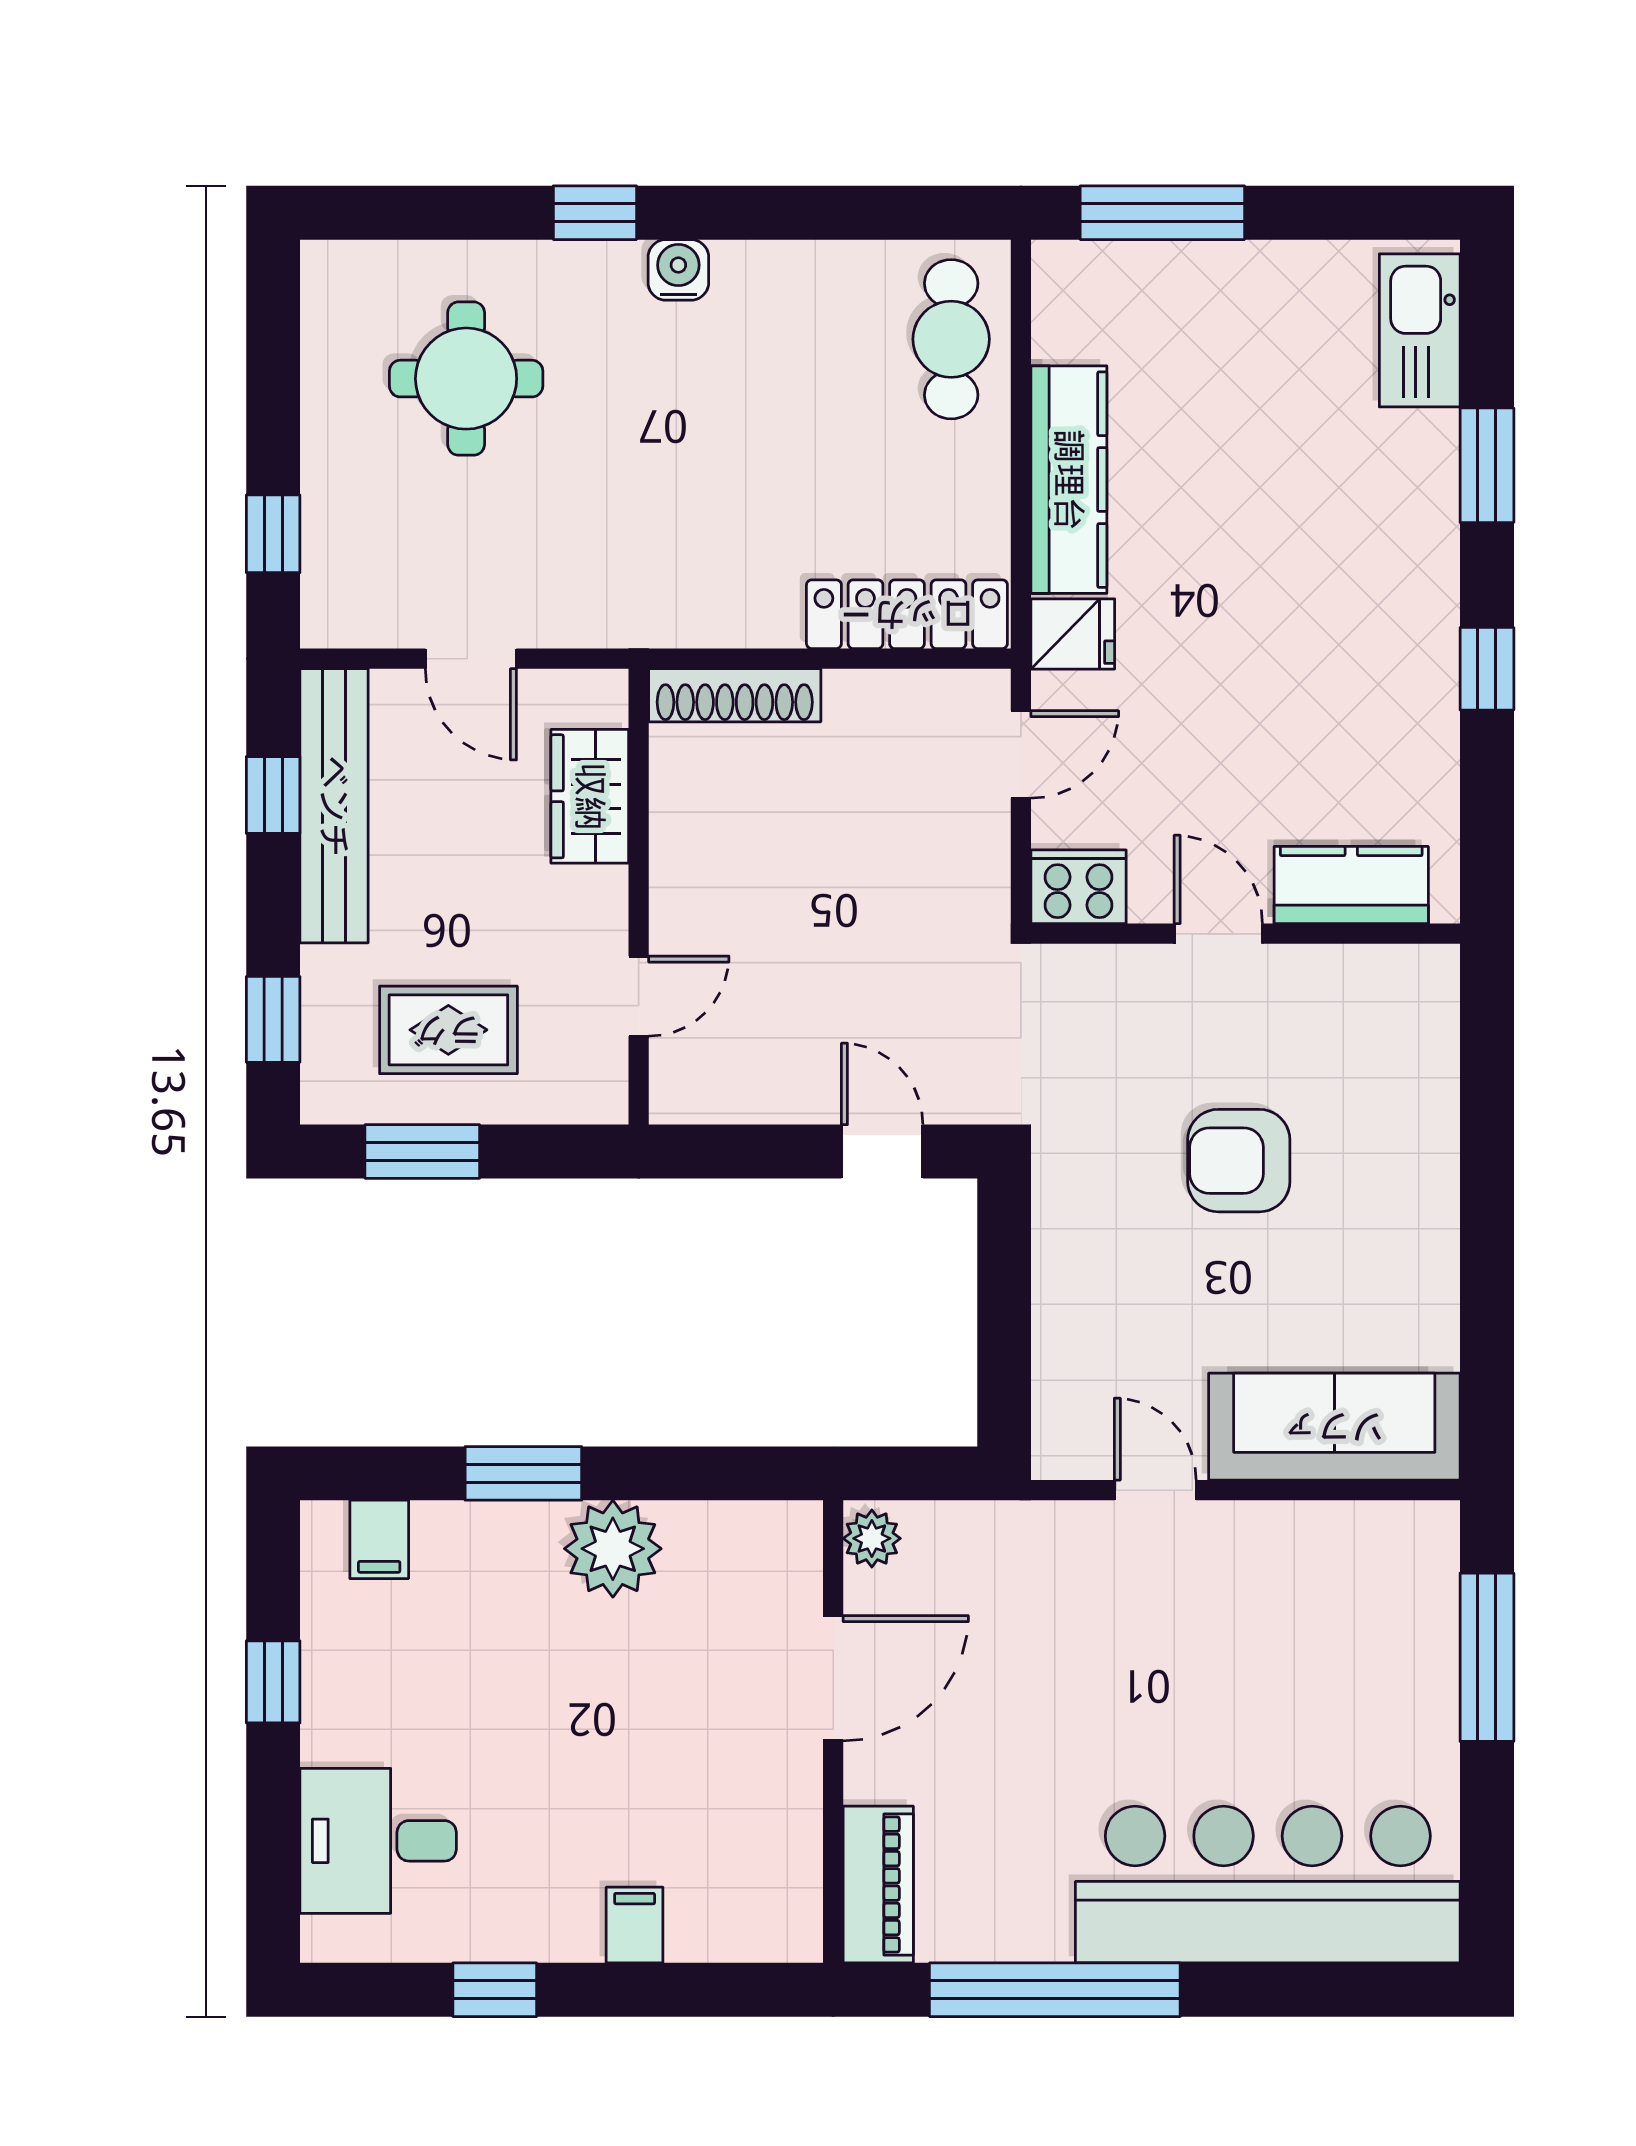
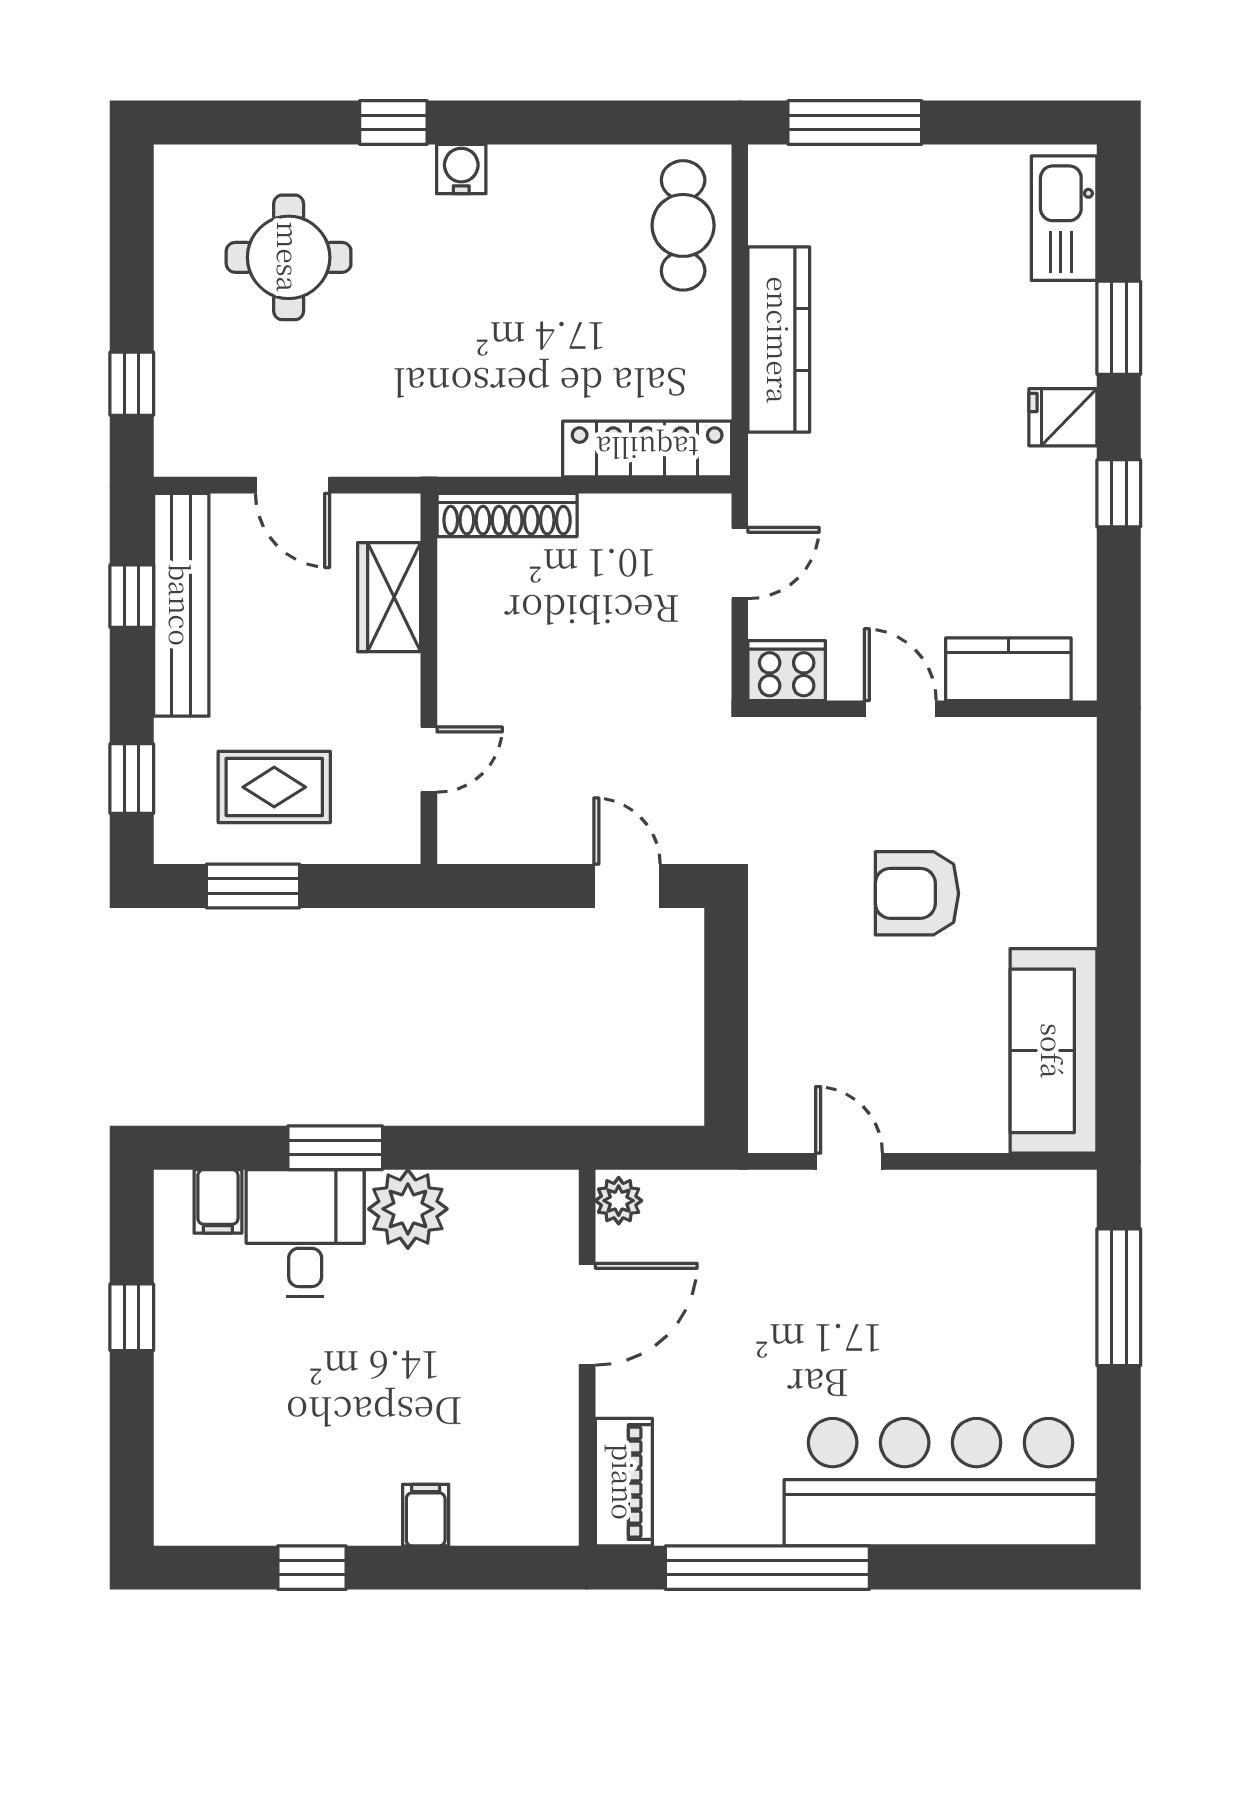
fridge: (1073, 634) -> (1063, 417), moved, turned 180
sofa: (1334, 1427) -> (1053, 1051), moved, turned -90
desk: (378, 1841) -> (305, 1233), moved, turned 90

